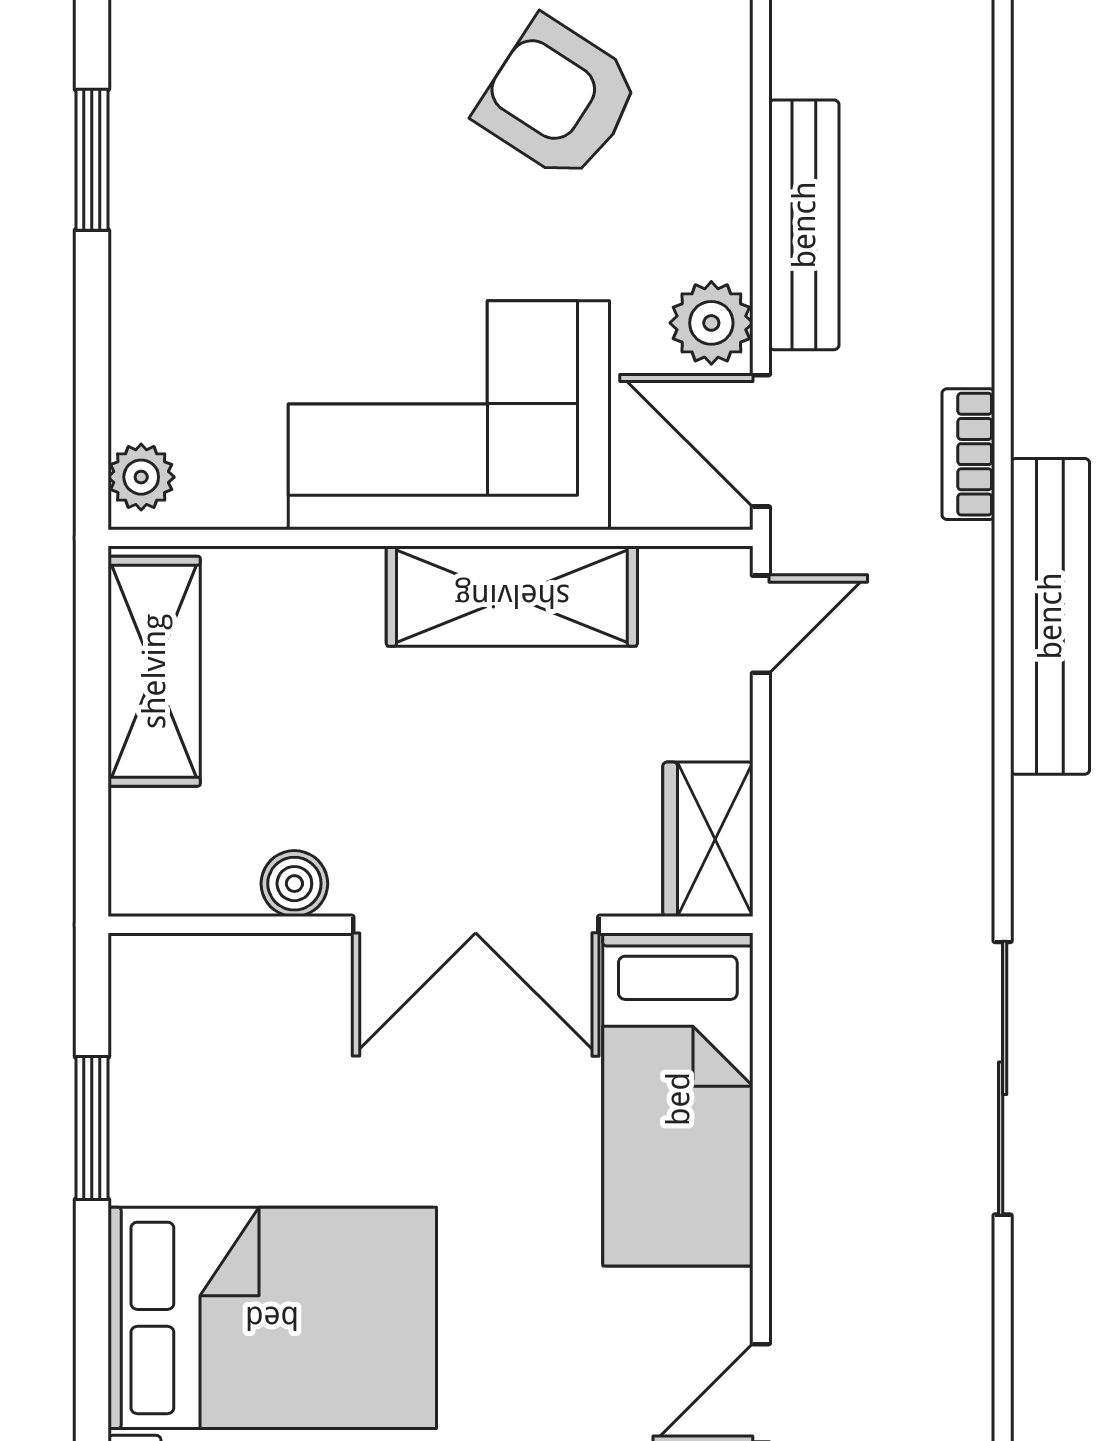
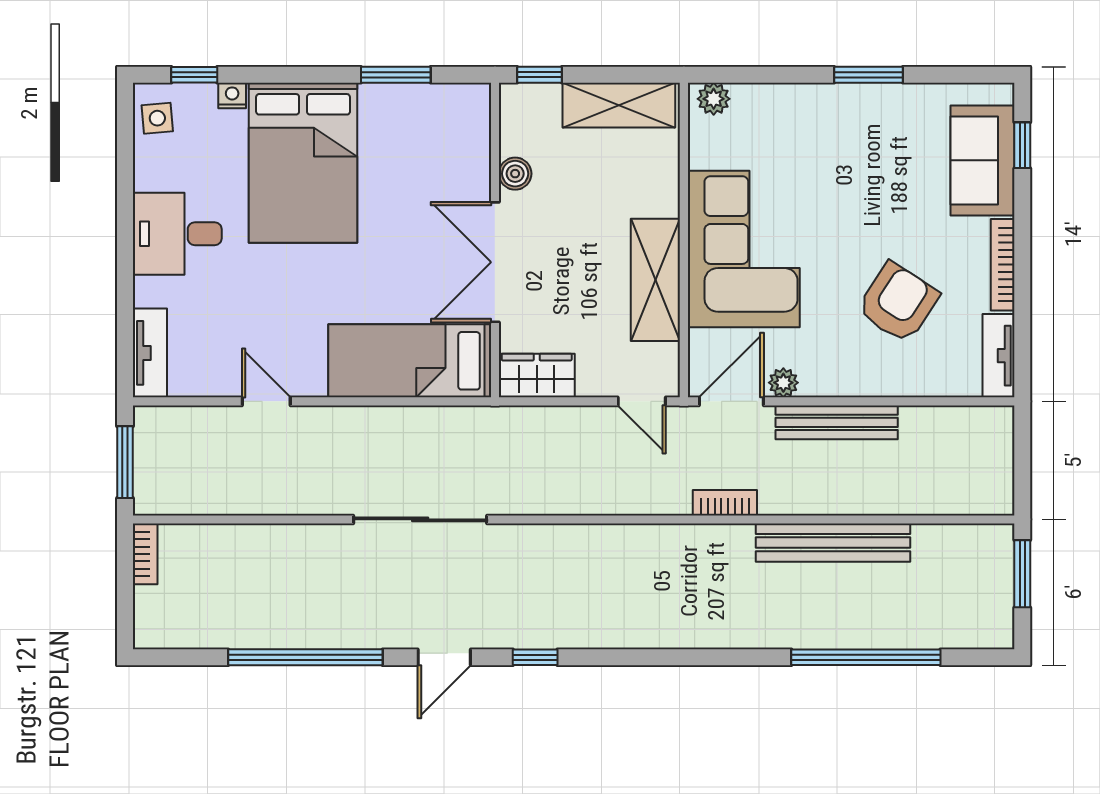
plant: (711, 323) -> (783, 383), width x0.73, depth x0.73
bench: (1050, 616) -> (833, 543), moved
window: (92, 834) -> (539, 75), added

